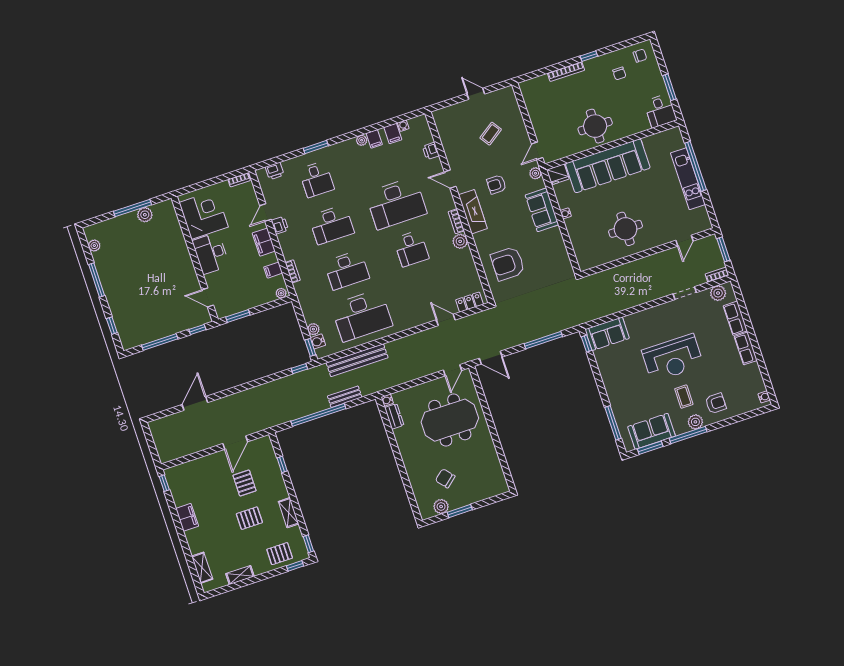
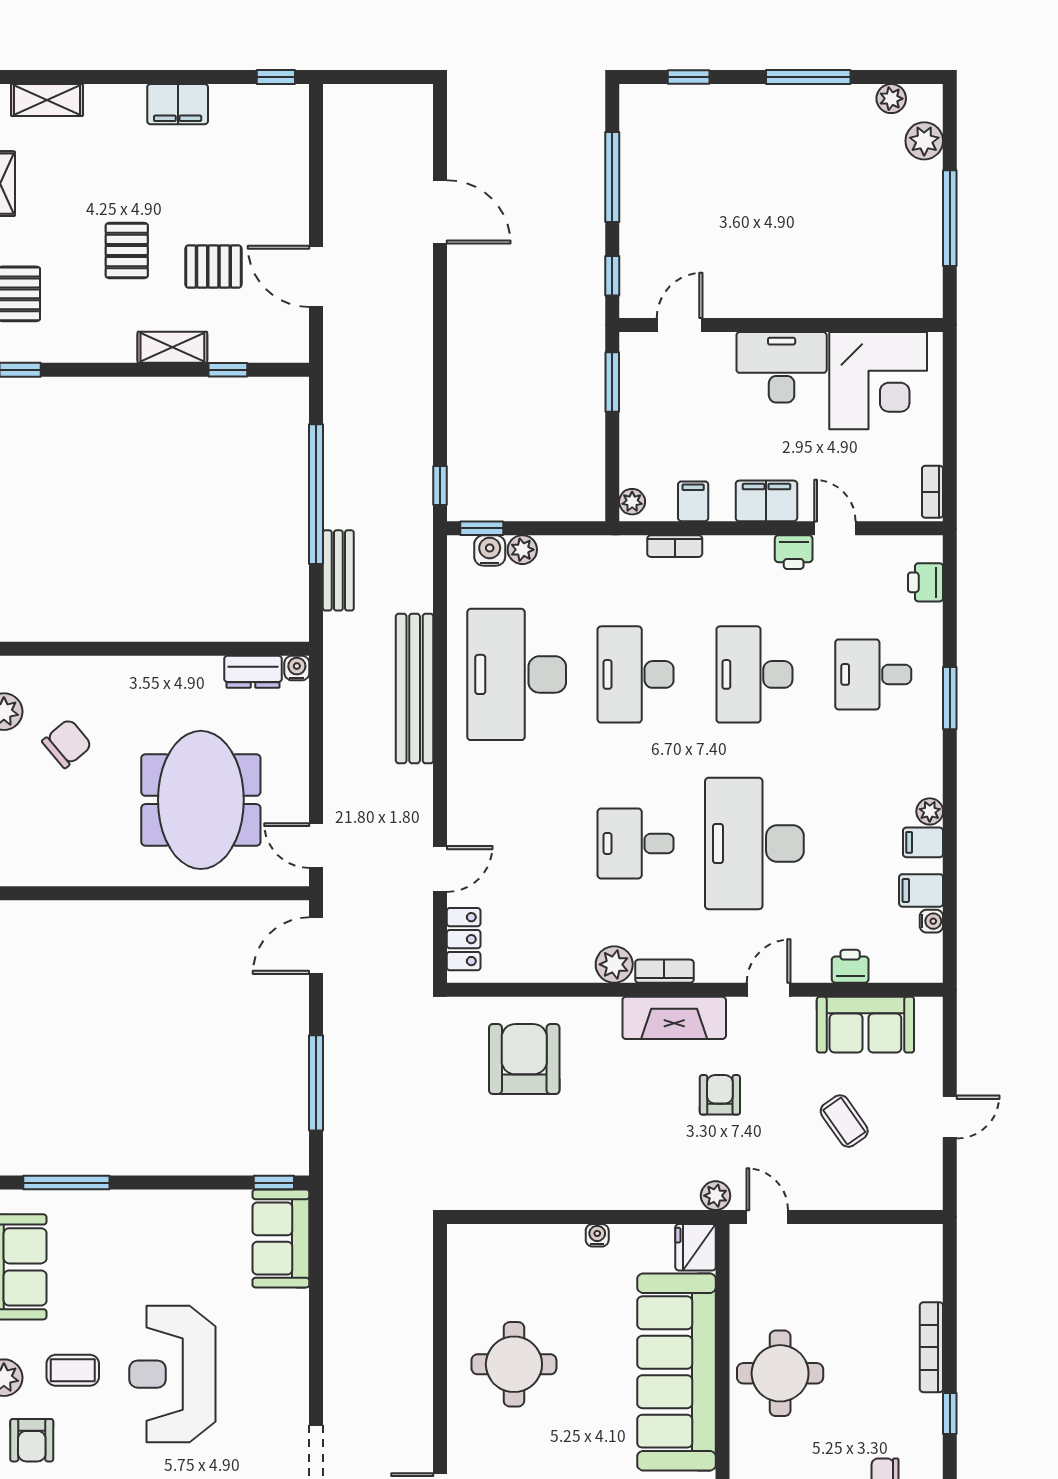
sofa: (542, 210) -> (865, 1025), moved, turned 180
plant: (145, 215) -> (924, 141), moved
bench: (357, 360) -> (415, 688), moved
shelving: (289, 513) -> (172, 347), moved

